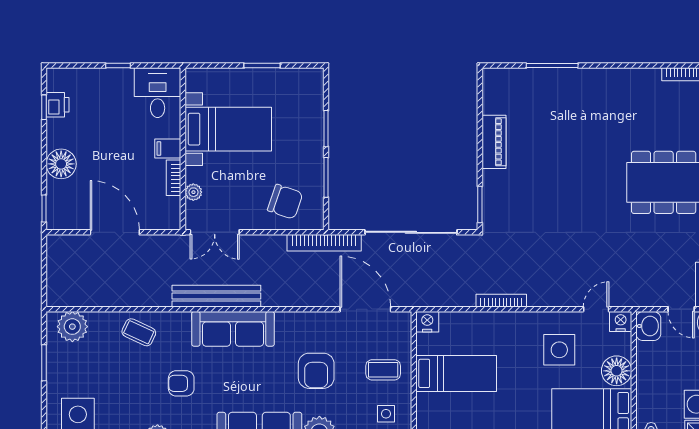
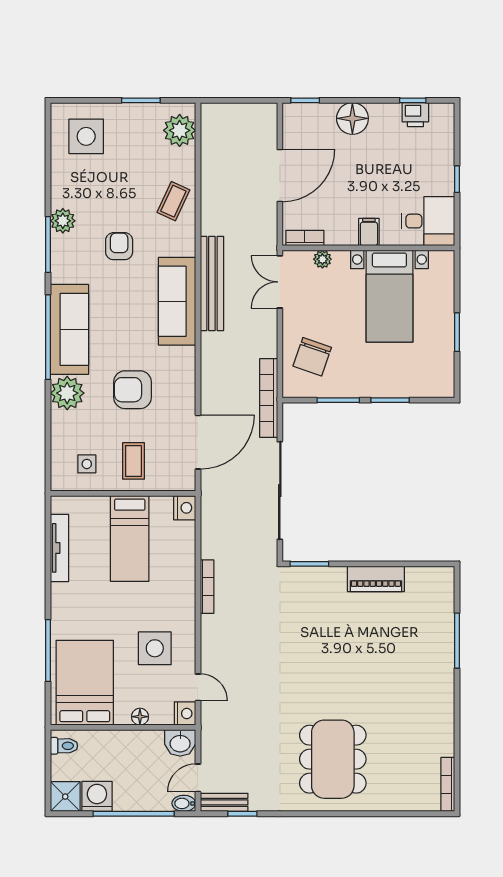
bookcase: (174, 178) -> (305, 238), moved
floor lamp: (617, 371) -> (140, 717), width x0.53, depth x0.53

